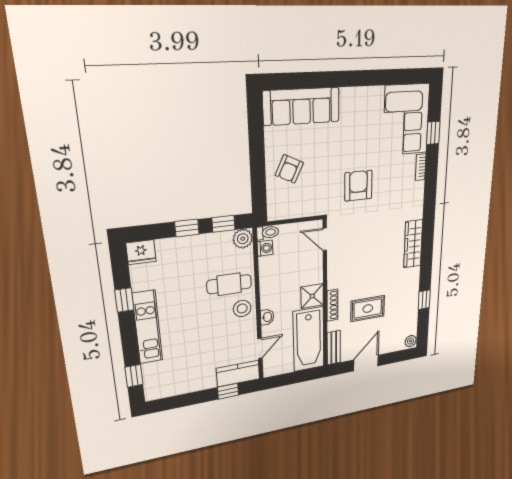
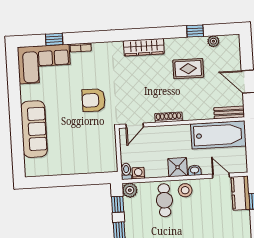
sofa: (302, 106) -> (34, 129), moved
armchair: (289, 169) -> (79, 156), removed
shower: (312, 296) -> (178, 167), moved
shoe rack: (332, 305) -> (169, 117), moved
rug: (368, 309) -> (188, 69), moved, turned 90
plant: (411, 341) -> (213, 41), moved

